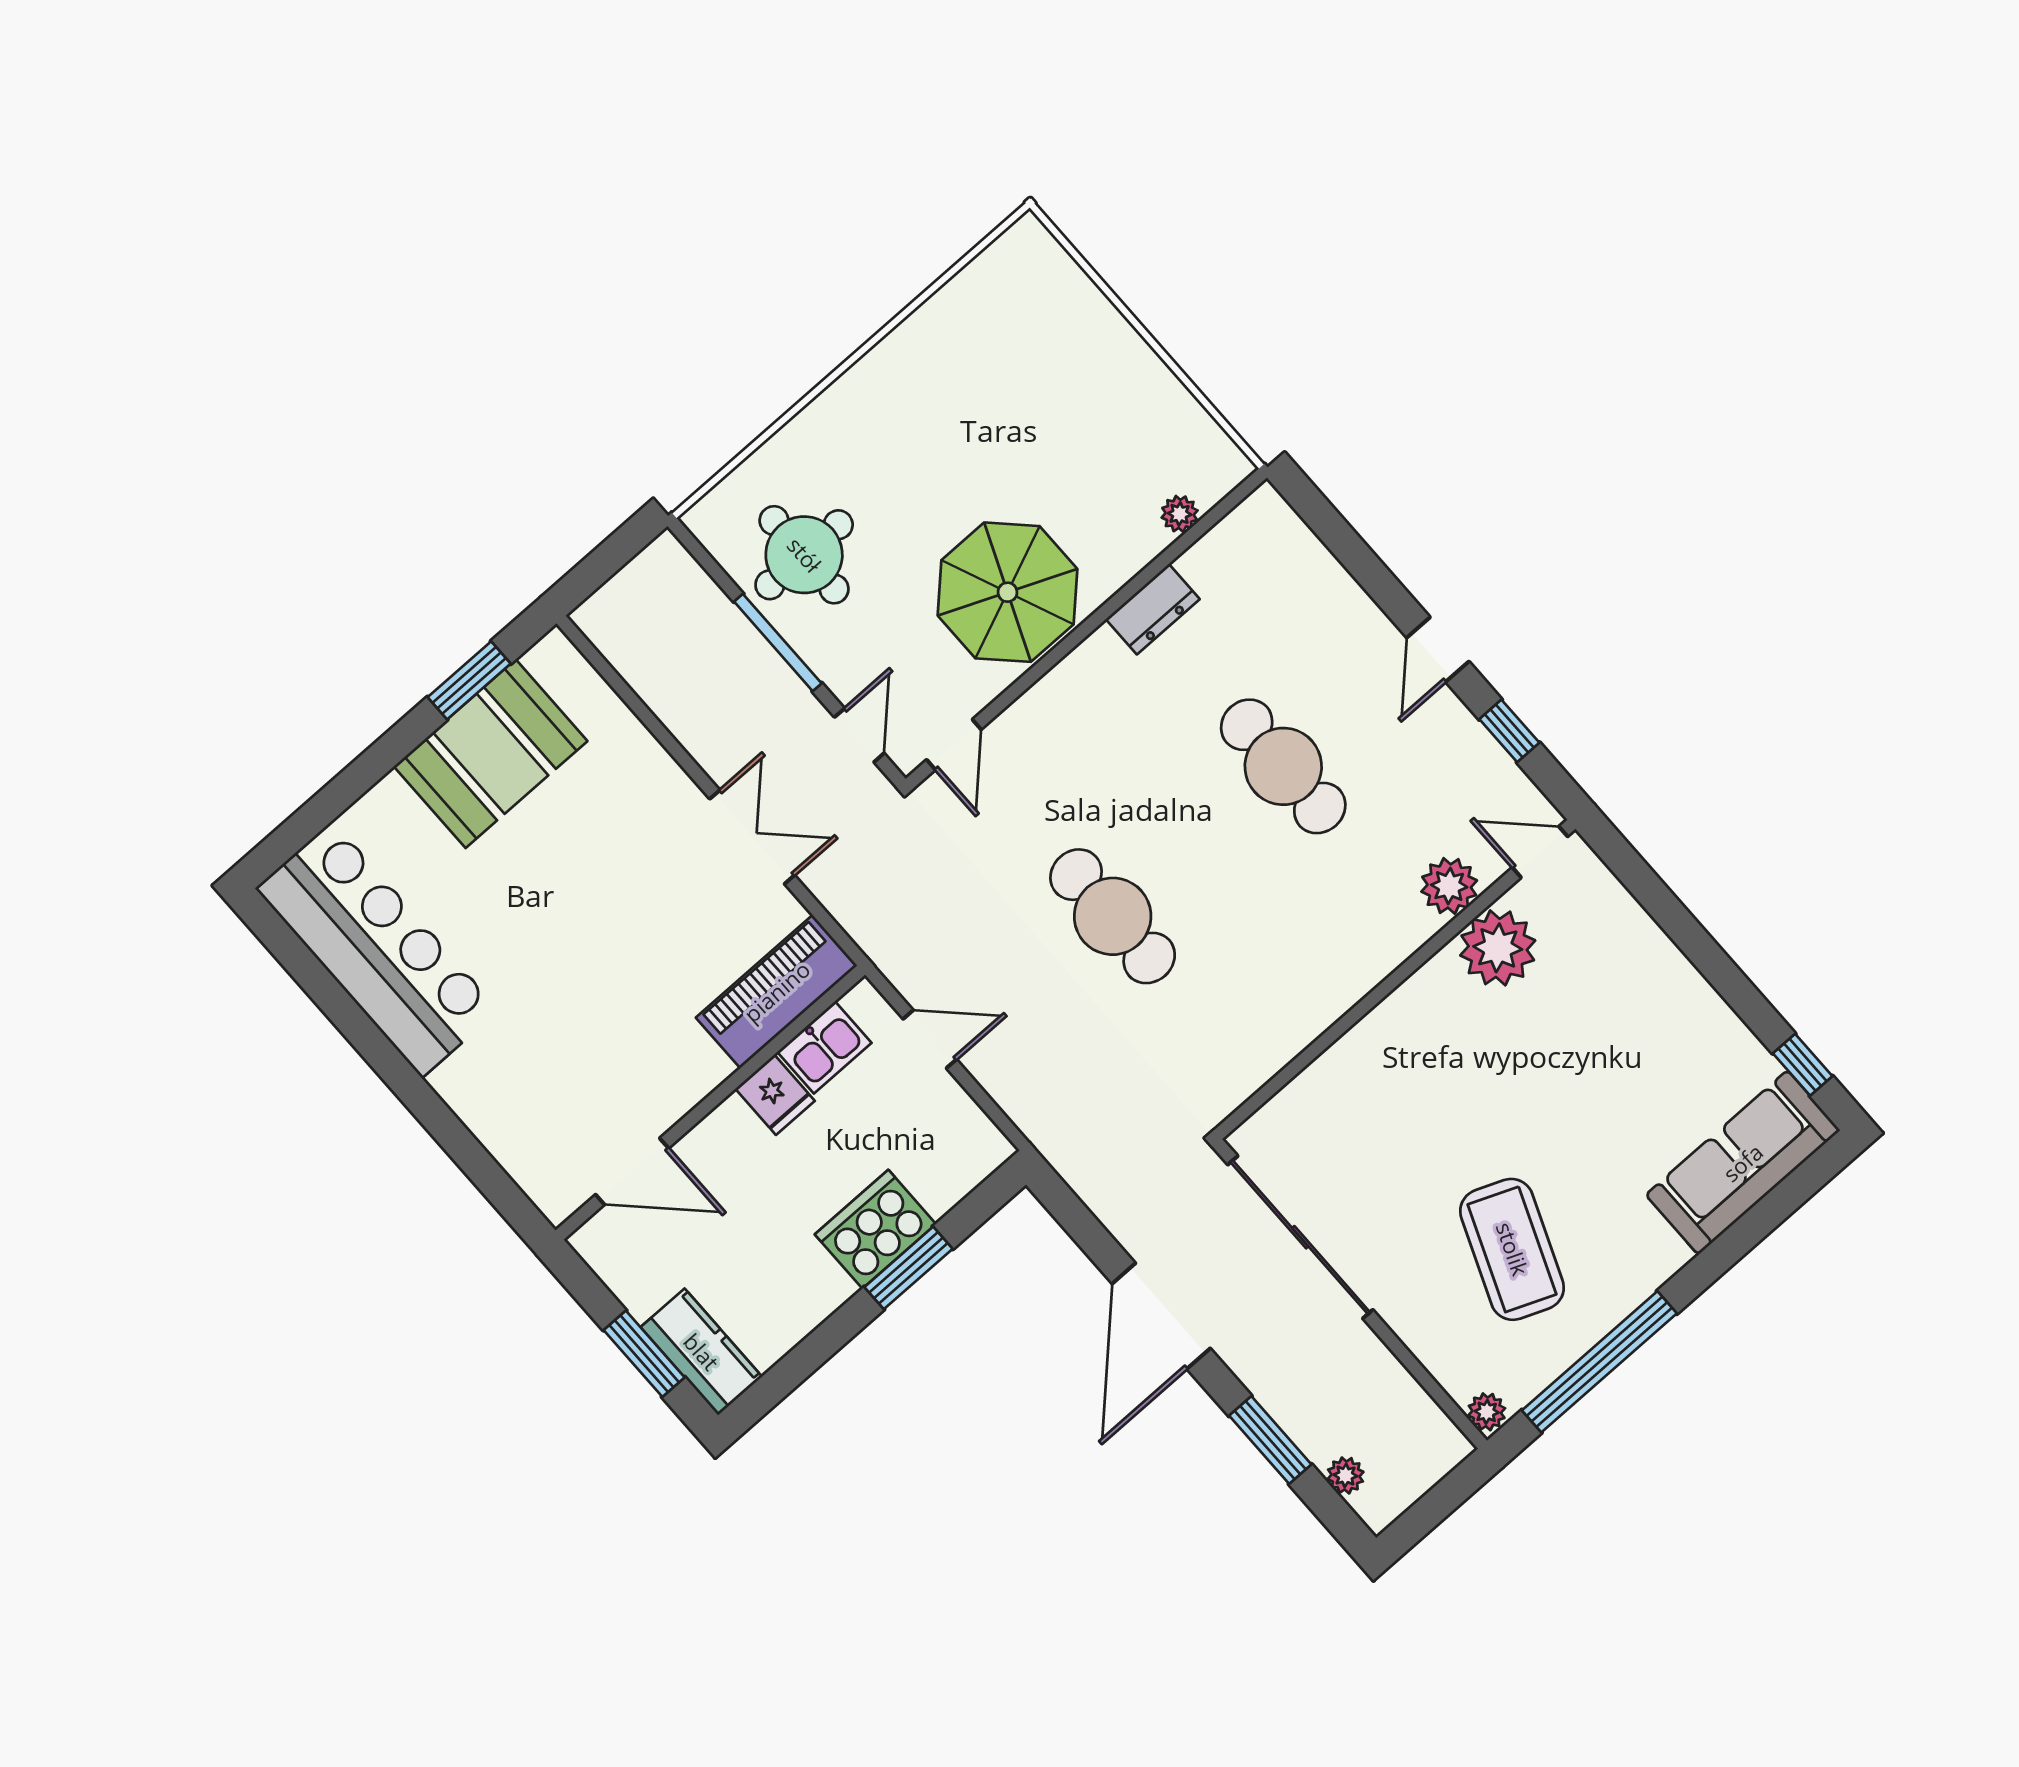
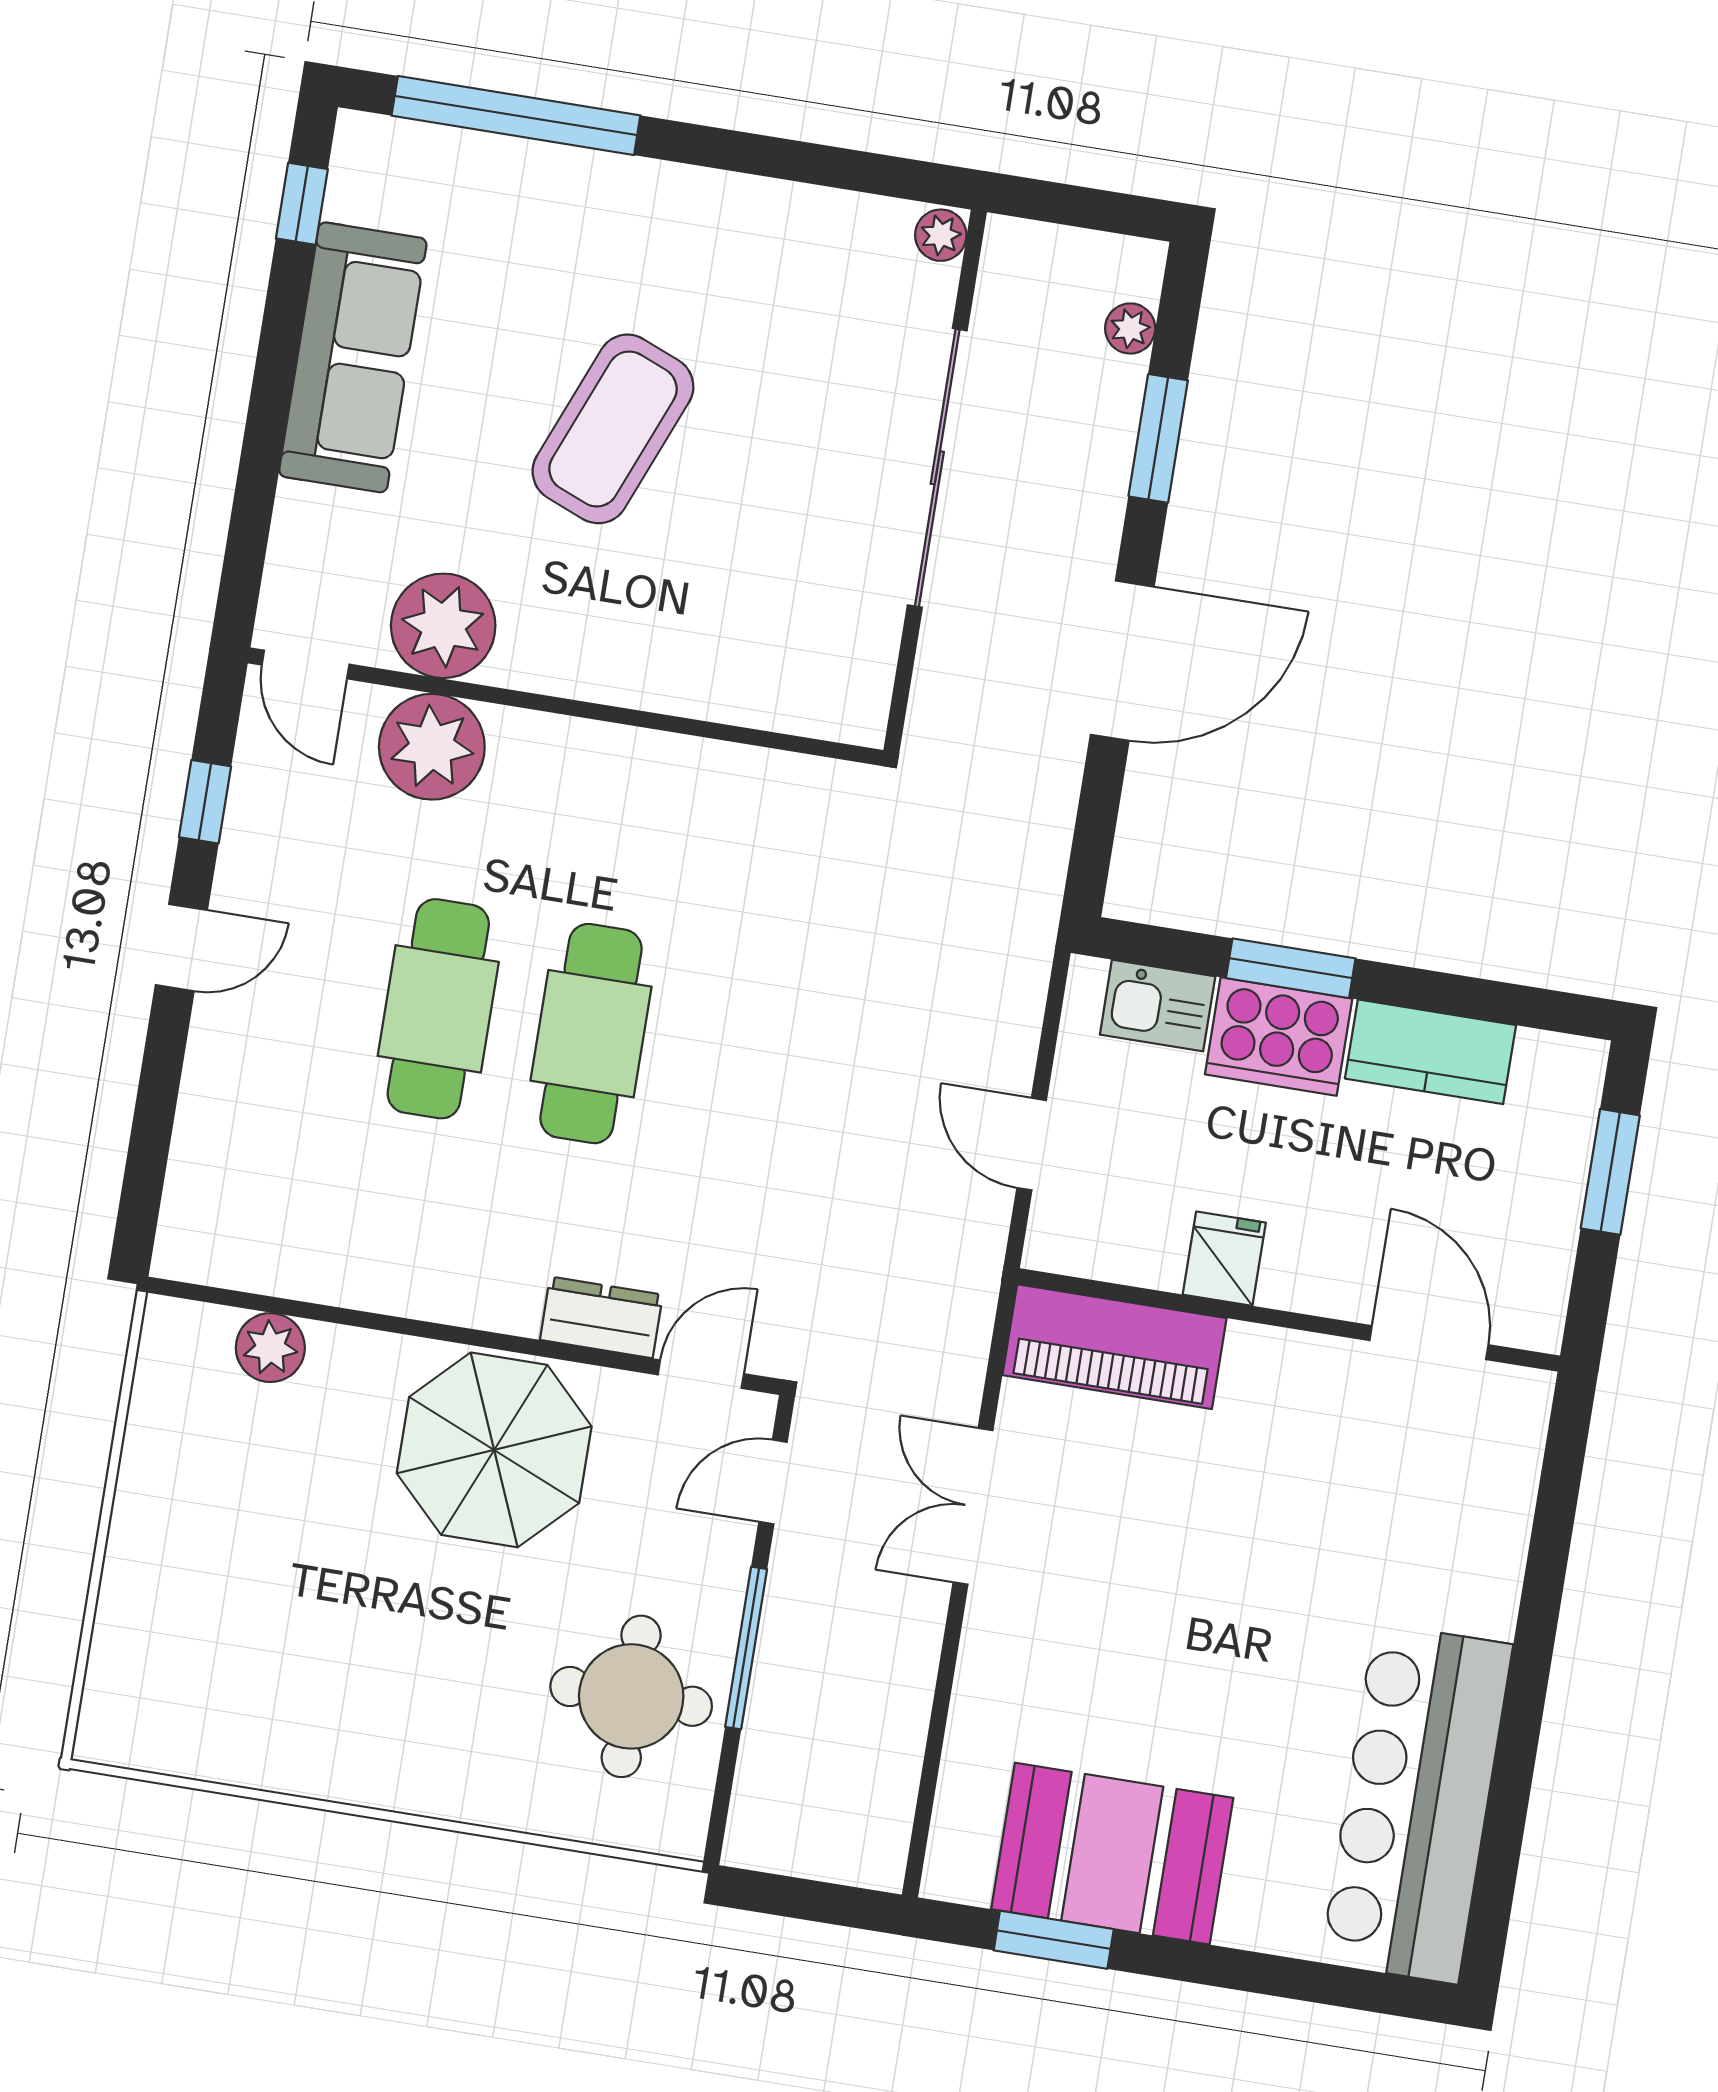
plant: (1180, 514) -> (270, 1348), width x1.38, depth x1.38
dresser: (1153, 609) -> (601, 1317), moved
plant: (1449, 886) -> (432, 747), width x1.36, depth x1.36
cafe table: (1113, 916) -> (591, 1034), moved
kitchen sink: (824, 1047) -> (1158, 1006), moved, turned 180
sofa: (1743, 1163) -> (353, 357), moved, turned -90
sliding door: (1300, 1237) -> (937, 468), moved
coffee table: (1512, 1249) -> (613, 429), moved
kitchen counter: (701, 1352) -> (1431, 1052), moved, turned -90
window: (1599, 1362) -> (516, 116), moved

